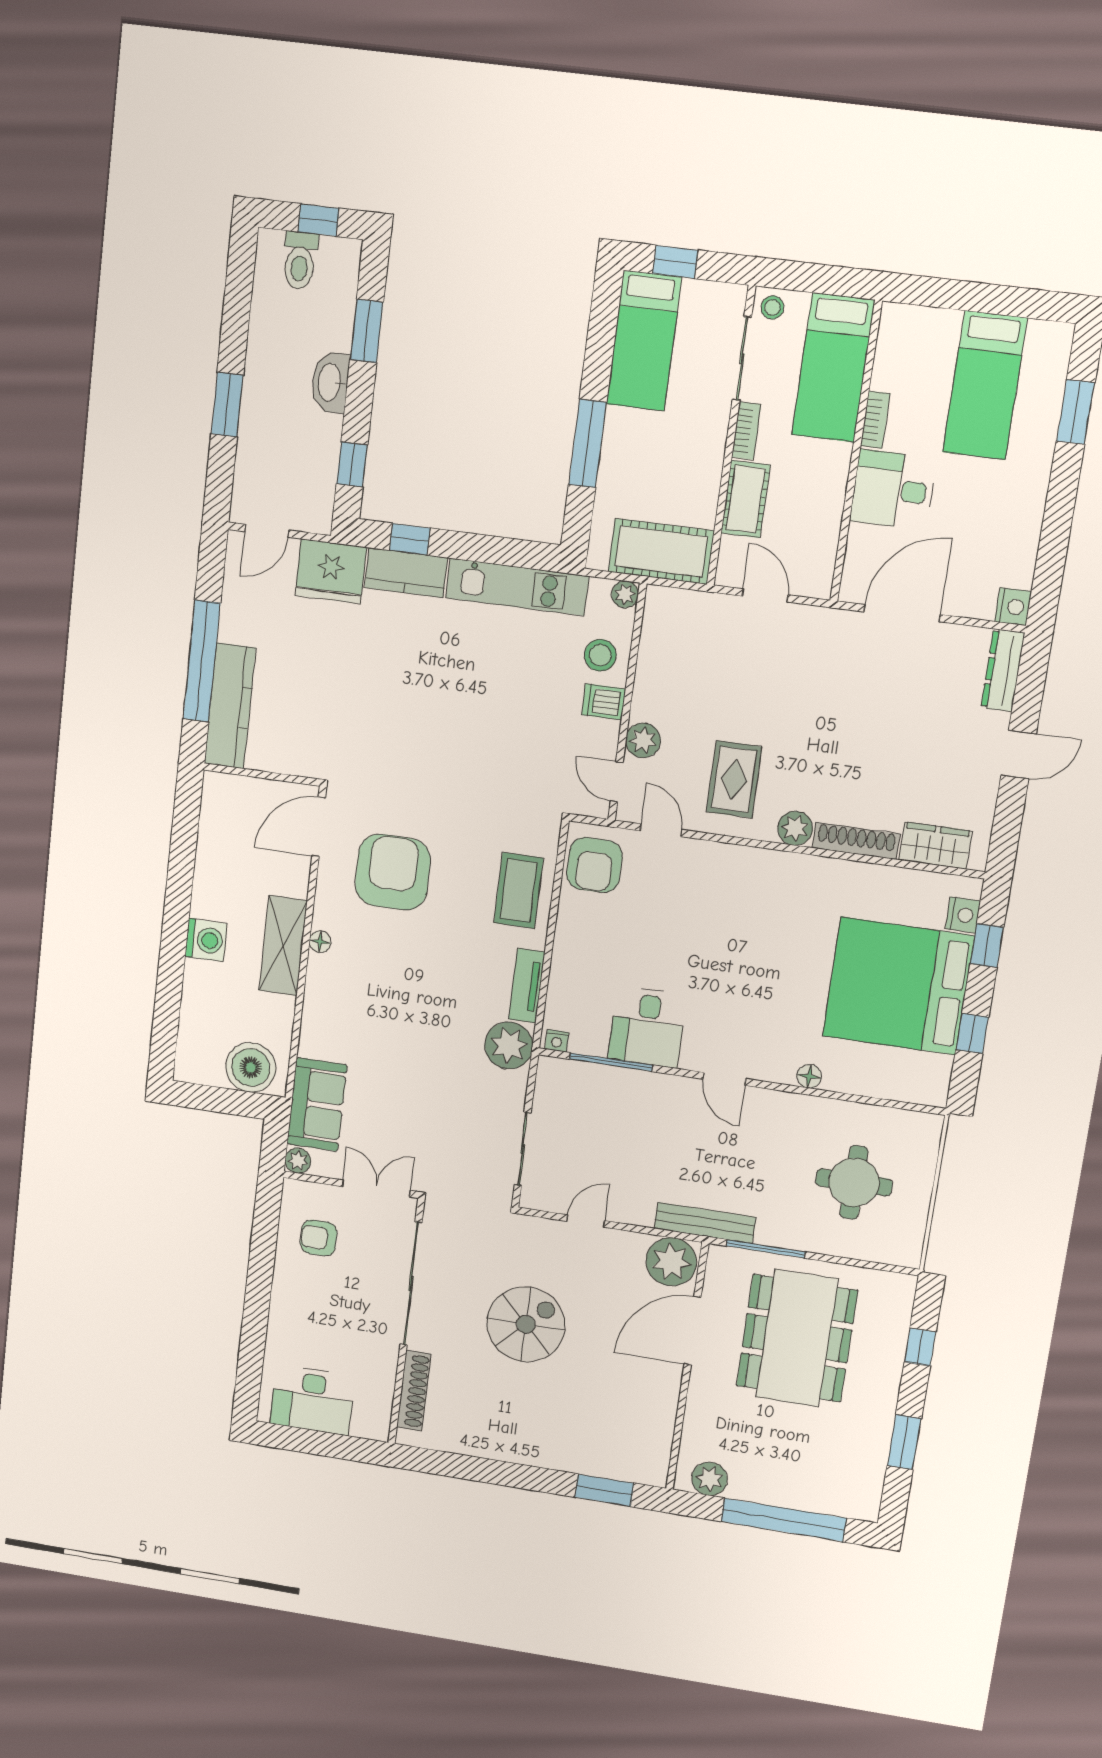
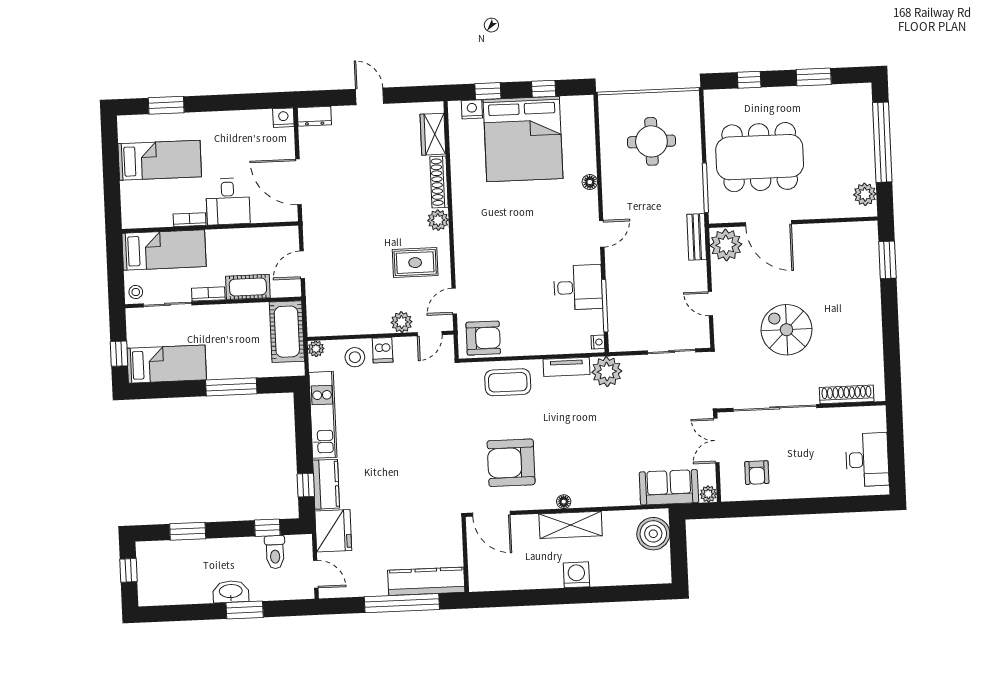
toilet: (300, 261) -> (275, 552), moved, turned 90
washbasin: (330, 382) -> (231, 592), moved, turned 180
dresser: (1003, 670) -> (314, 116), width x0.70
bench: (705, 1223) -> (697, 237), width x0.73

